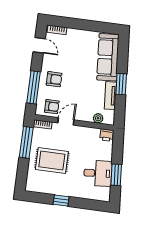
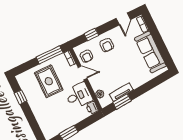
sofa: (108, 57) -> (150, 52), moved, turned -86
window: (121, 84) -> (122, 102), moved
window: (34, 87) -> (91, 34), width x0.46
desk: (98, 173) -> (79, 96), moved, turned -86
window: (61, 201) -> (20, 97), moved

